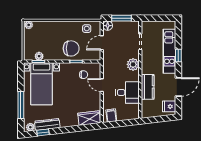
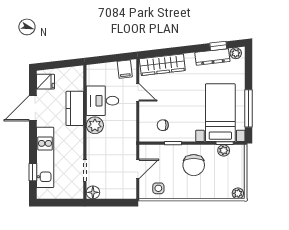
window: (122, 18) -> (111, 203), removed
floor lamp: (108, 26) -> (93, 192), moved
chair: (71, 48) -> (194, 165), moved, turned -90
window: (178, 55) -> (33, 172), moved
plant: (133, 64) -> (95, 125), moved
door: (102, 85) -> (138, 92), moved
window: (21, 105) -> (249, 108), moved
wardrobe: (89, 118) -> (162, 65), width x1.50

